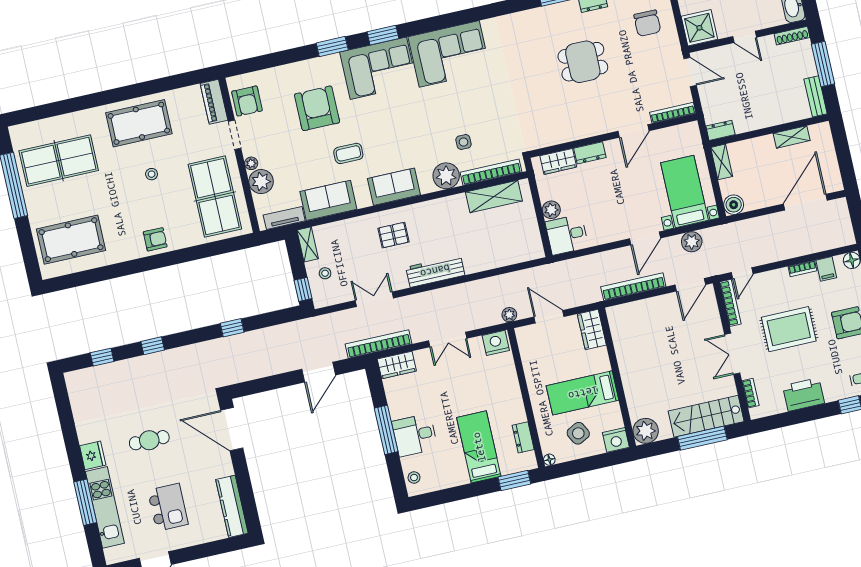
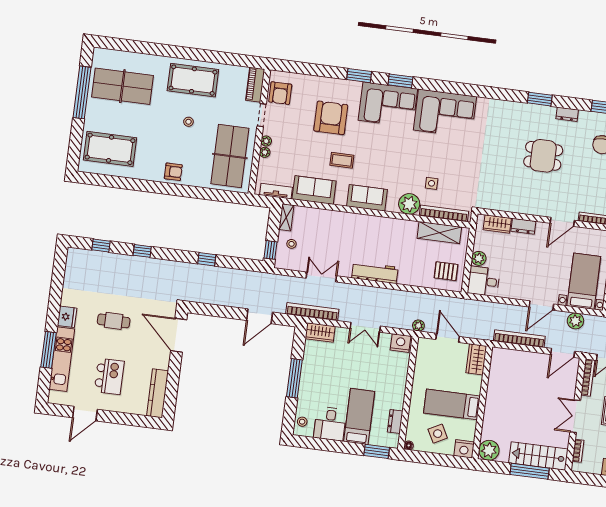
plant: (261, 182) -> (265, 152), width x0.53, depth x0.53
pallet: (394, 235) -> (446, 271), moved
desk: (415, 435) -> (330, 424), moved, turned -90

